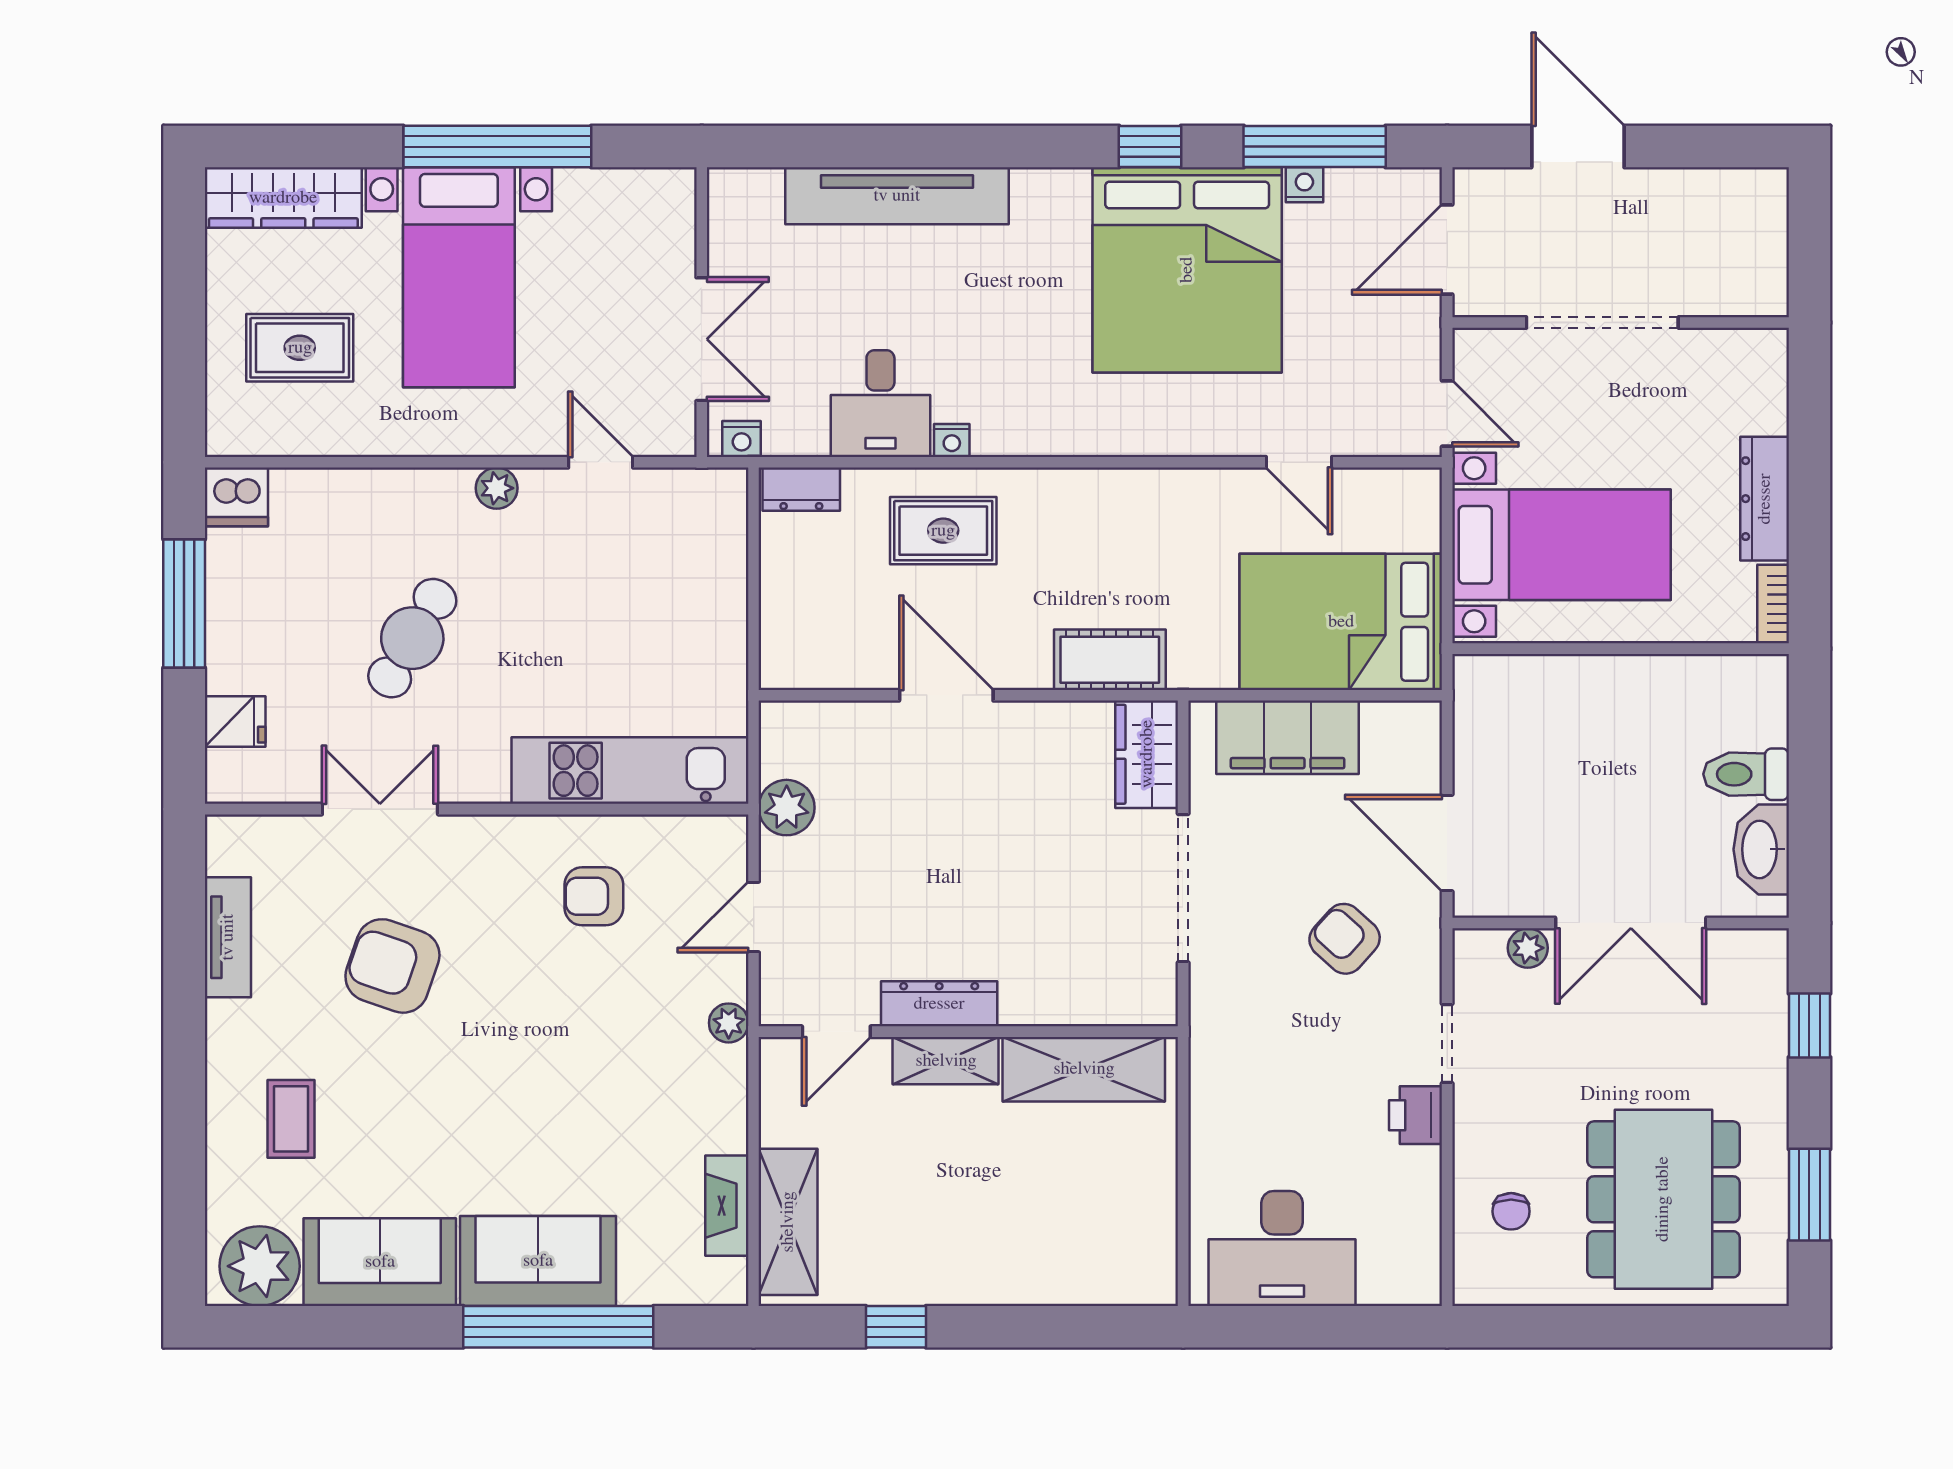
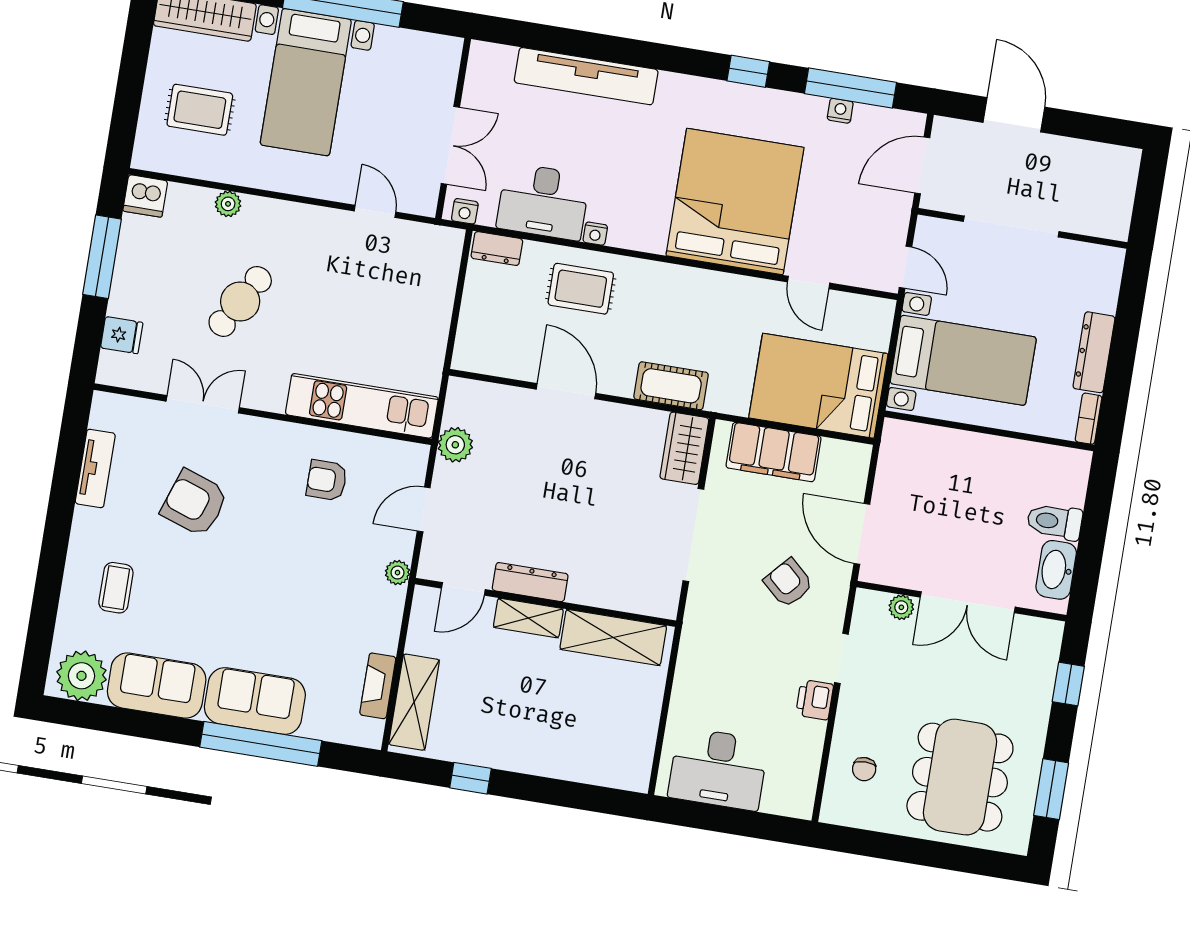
bed: (1187, 270) -> (735, 202), moved, turned 180
desk: (880, 404) -> (543, 202), width x1.37
plant: (497, 488) -> (228, 204), moved

